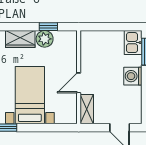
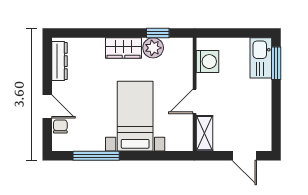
kitchen sink: (133, 43) -> (261, 58), width x1.38
washing machine: (133, 76) -> (207, 62), moved, turned 180

